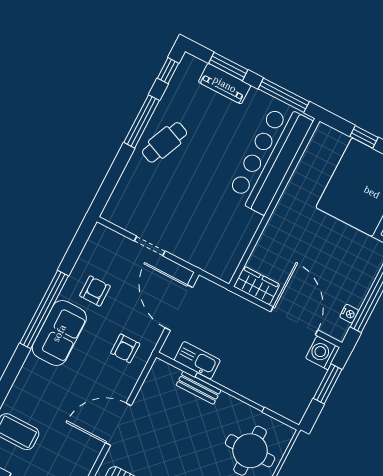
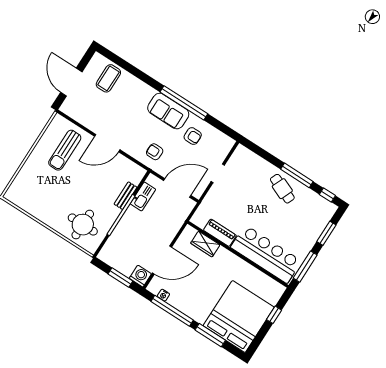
piano: (225, 84) -> (220, 233), moved, turned 90
wardrobe: (257, 286) -> (205, 244), moved, turned 90
door: (118, 424) -> (107, 143), swing flipped

